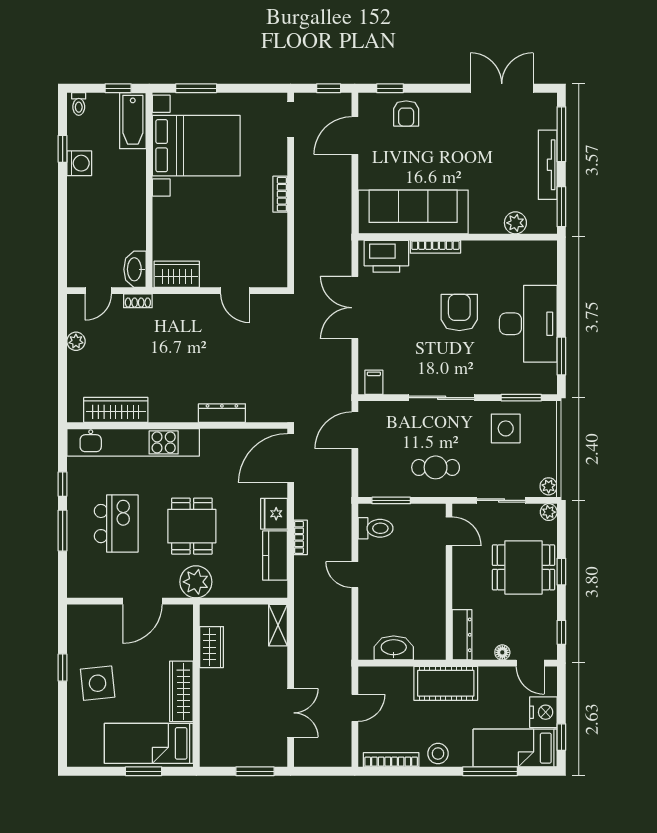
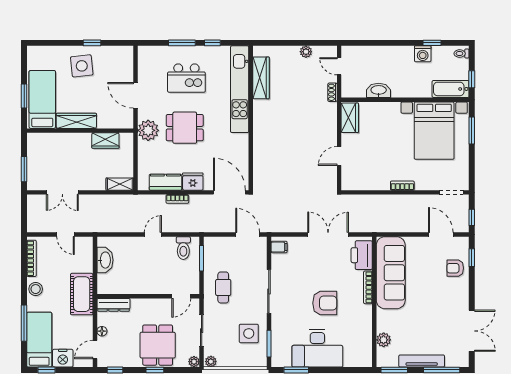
washbasin: (135, 269) -> (379, 90), moved
dresser: (222, 413) -> (259, 147), removed

